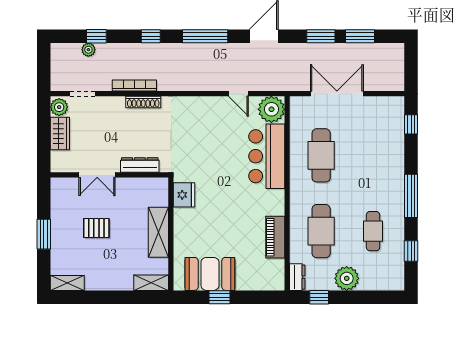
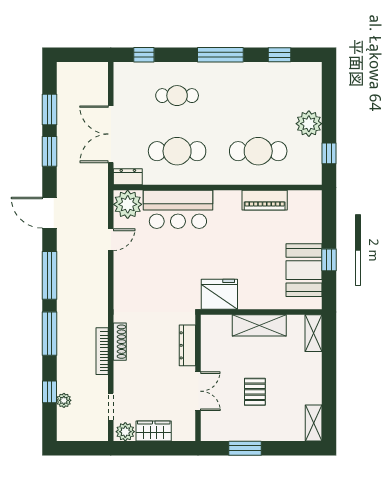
window: (151, 36) -> (49, 334), width x2.17
fridge: (184, 195) -> (219, 294), width x1.36, depth x1.34
cafe table: (373, 231) -> (177, 96), moved
window: (44, 234) -> (245, 448), moved
dresser: (297, 277) -> (128, 177), moved

